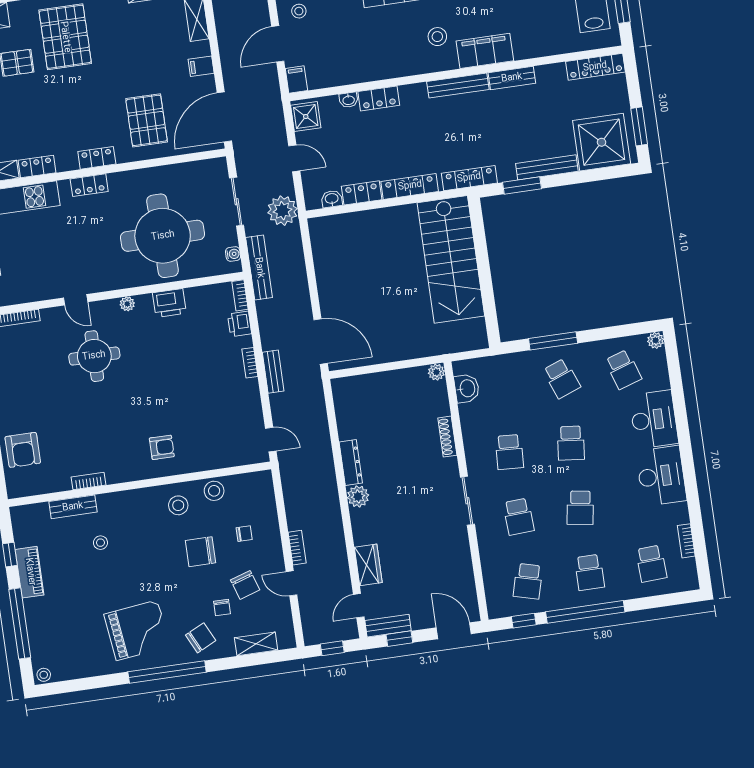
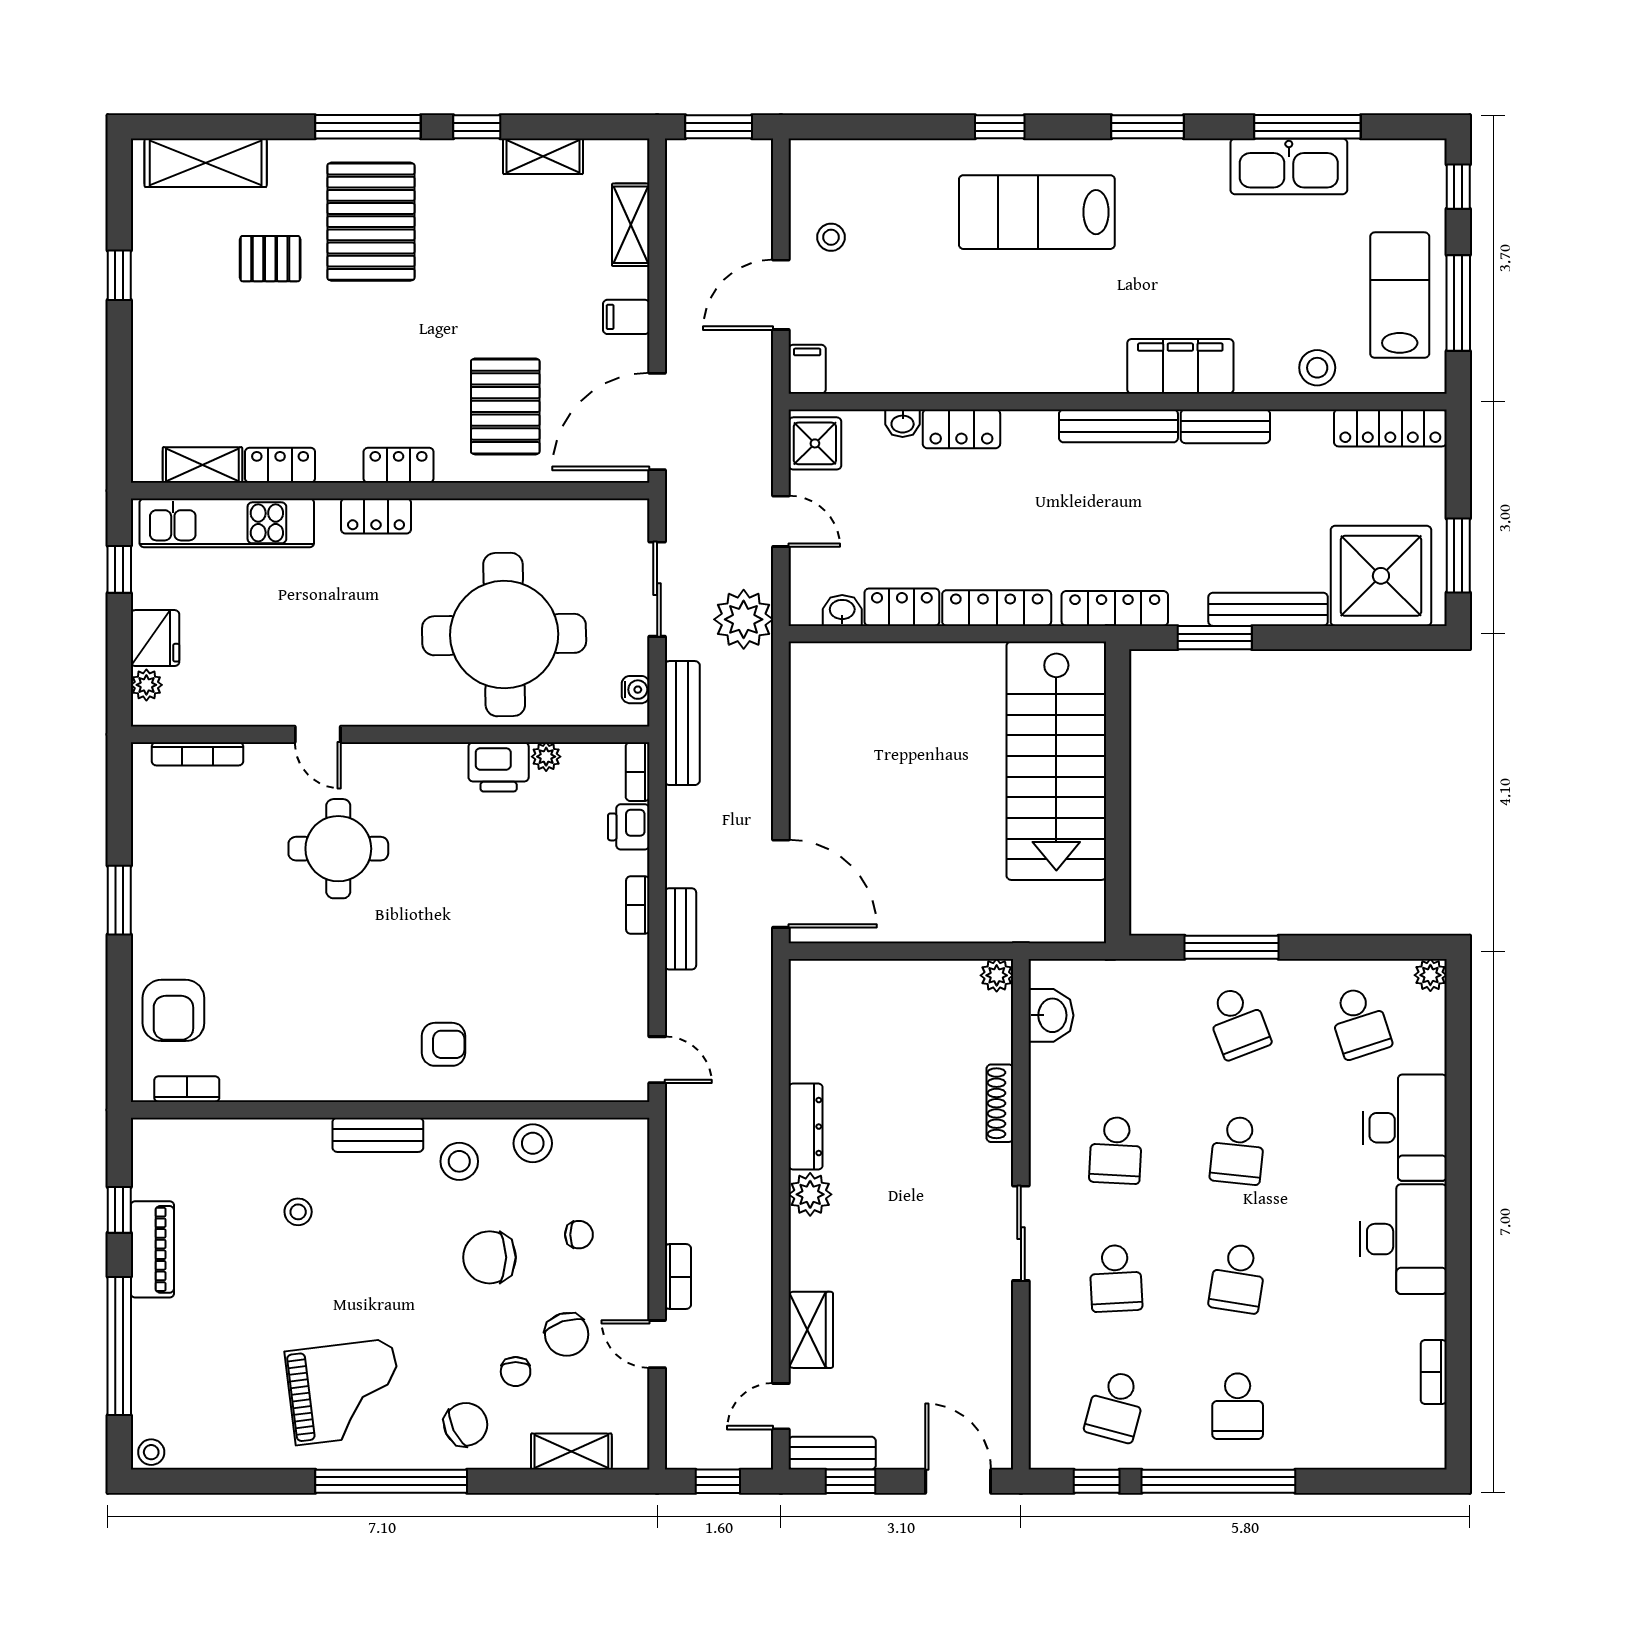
stool: (437, 37) -> (1317, 368), moved
plant: (127, 304) -> (546, 757), moved
bookcase: (89, 481) -> (187, 1089), moved
bench: (73, 507) -> (378, 1135), moved
school desk: (651, 564) -> (1360, 1406), removed

